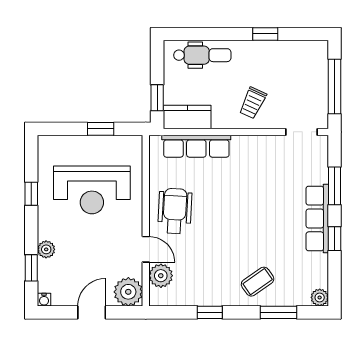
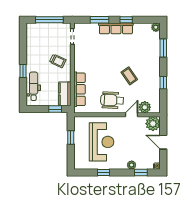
window: (265, 34) -> (23, 71), moved
coffee table: (258, 282) -> (129, 76), moved

